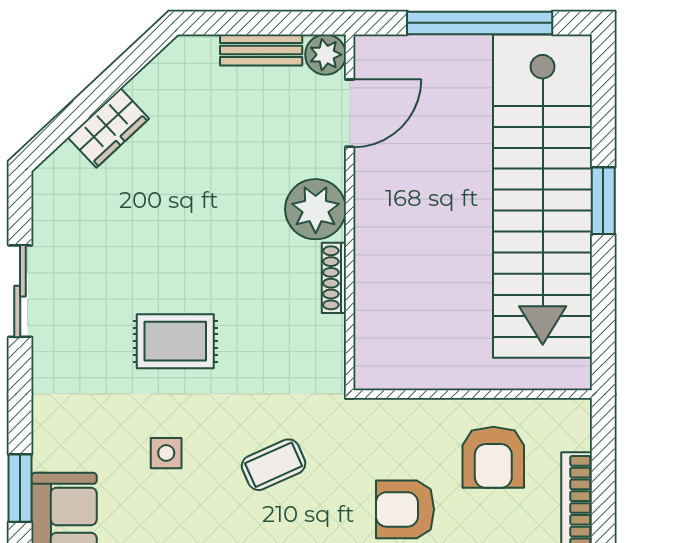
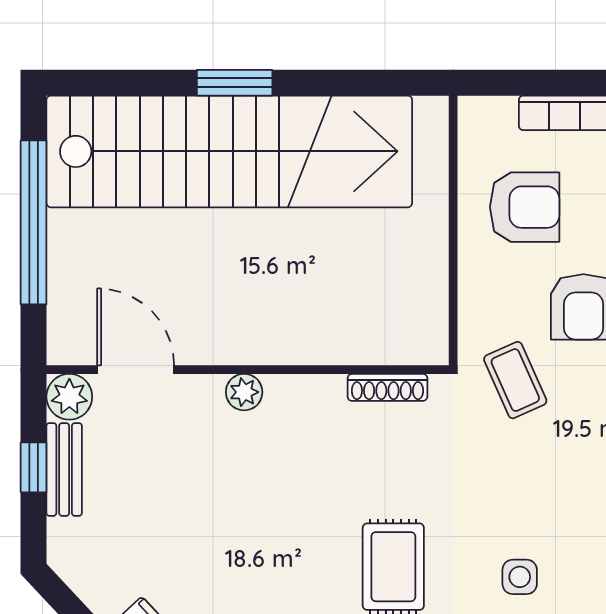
window: (263, 23) -> (34, 467), added
plant: (316, 209) -> (244, 392), width x0.53, depth x0.53
shoe rack: (334, 278) -> (387, 387), moved
coffee table: (274, 465) -> (515, 380), moved

